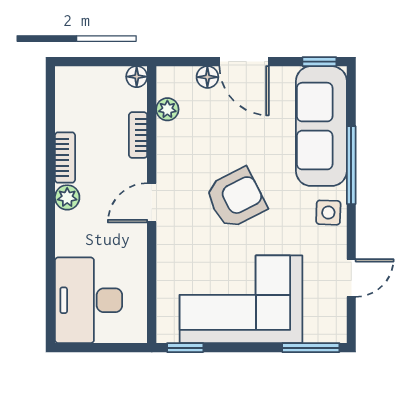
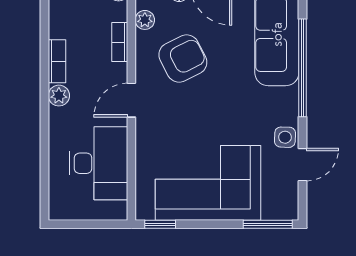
window: (351, 165) -> (303, 68), width x1.46
armchair: (236, 198) -> (183, 59), moved
side table: (328, 213) -> (285, 137), moved
desk: (89, 300) -> (99, 163), moved, turned 180

